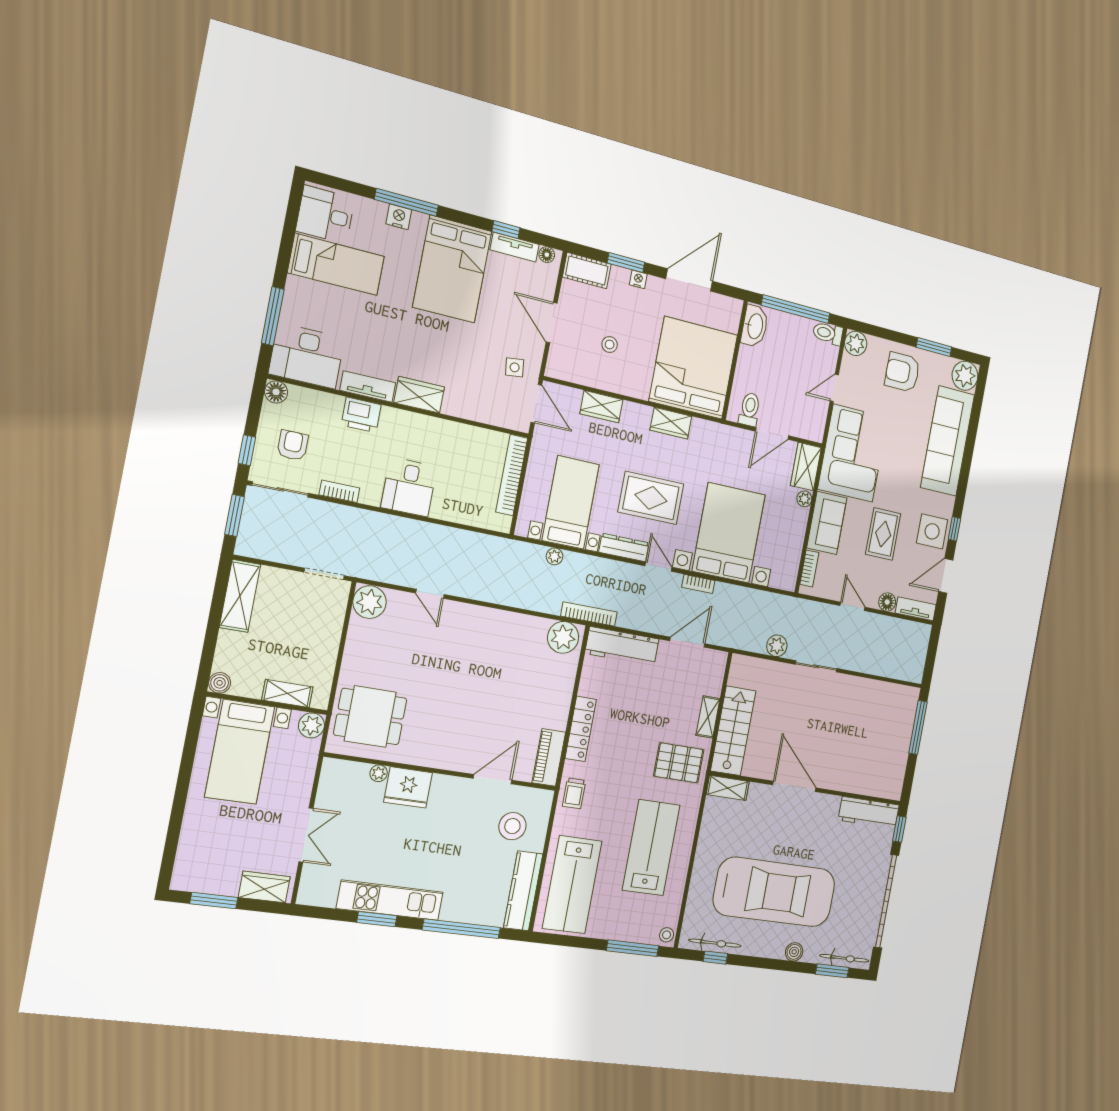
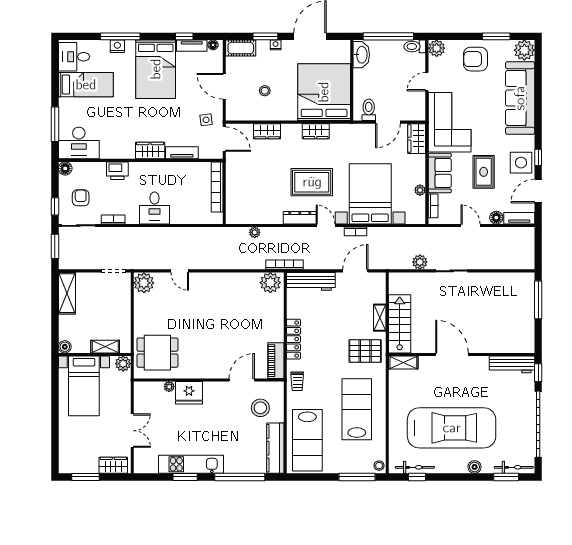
tv unit: (368, 387) -> (182, 153), moved
plant: (804, 499) -> (420, 190), moved
bed with nightstands: (571, 502) -> (259, 196), removed

